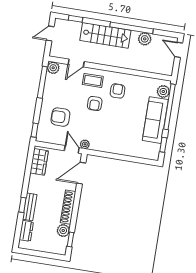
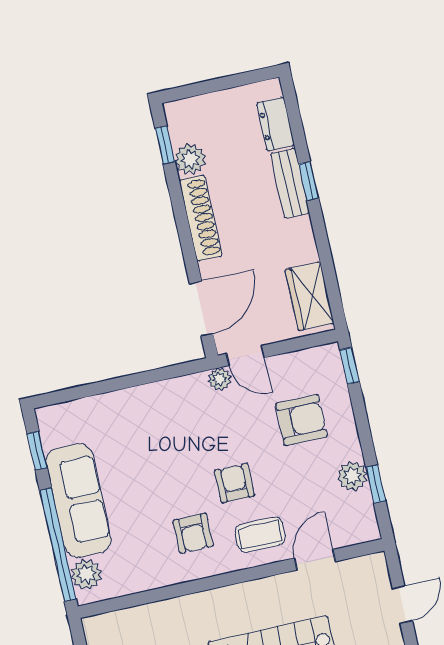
plant: (53, 68) -> (352, 476), moved
window: (42, 82) -> (376, 484), width x0.46

